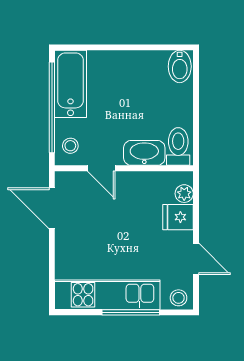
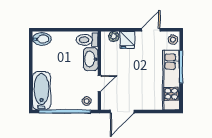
bathtub: (70, 84) -> (41, 91), moved, turned 90

